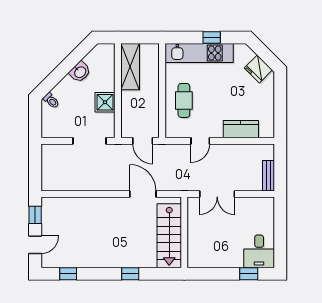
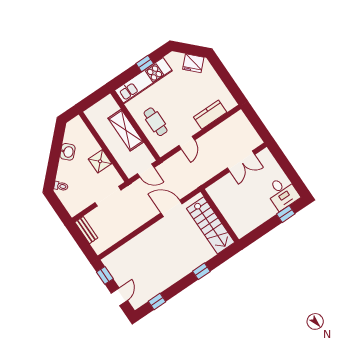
shelving: (130, 67) -> (126, 130), moved
bench: (269, 176) -> (86, 230), moved
double door: (217, 194) -> (241, 161), moved

